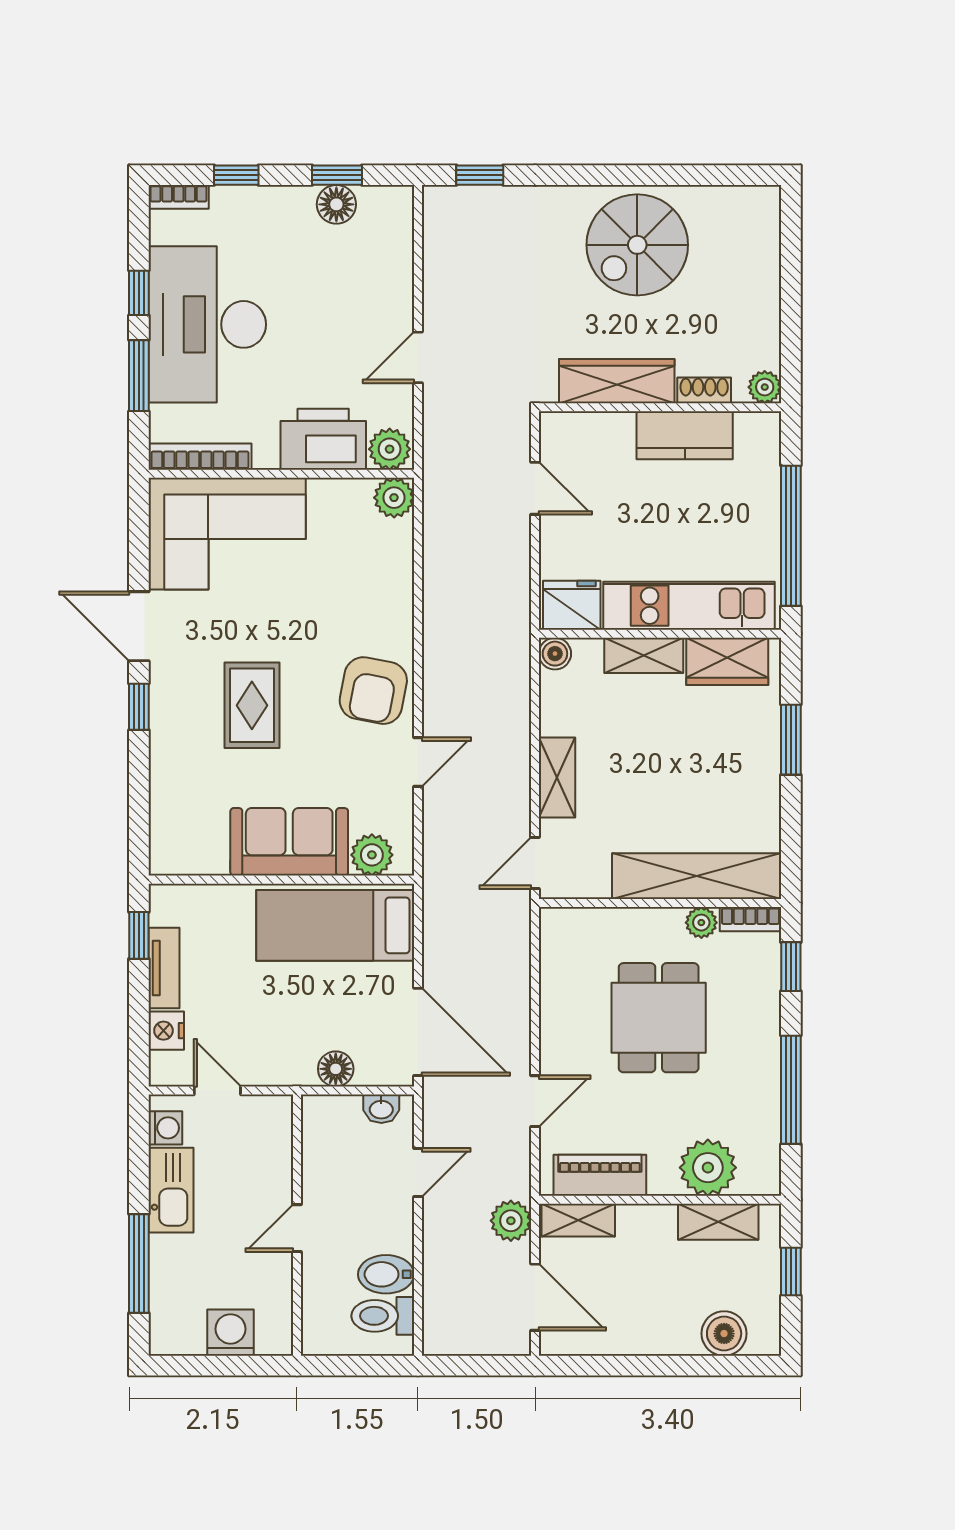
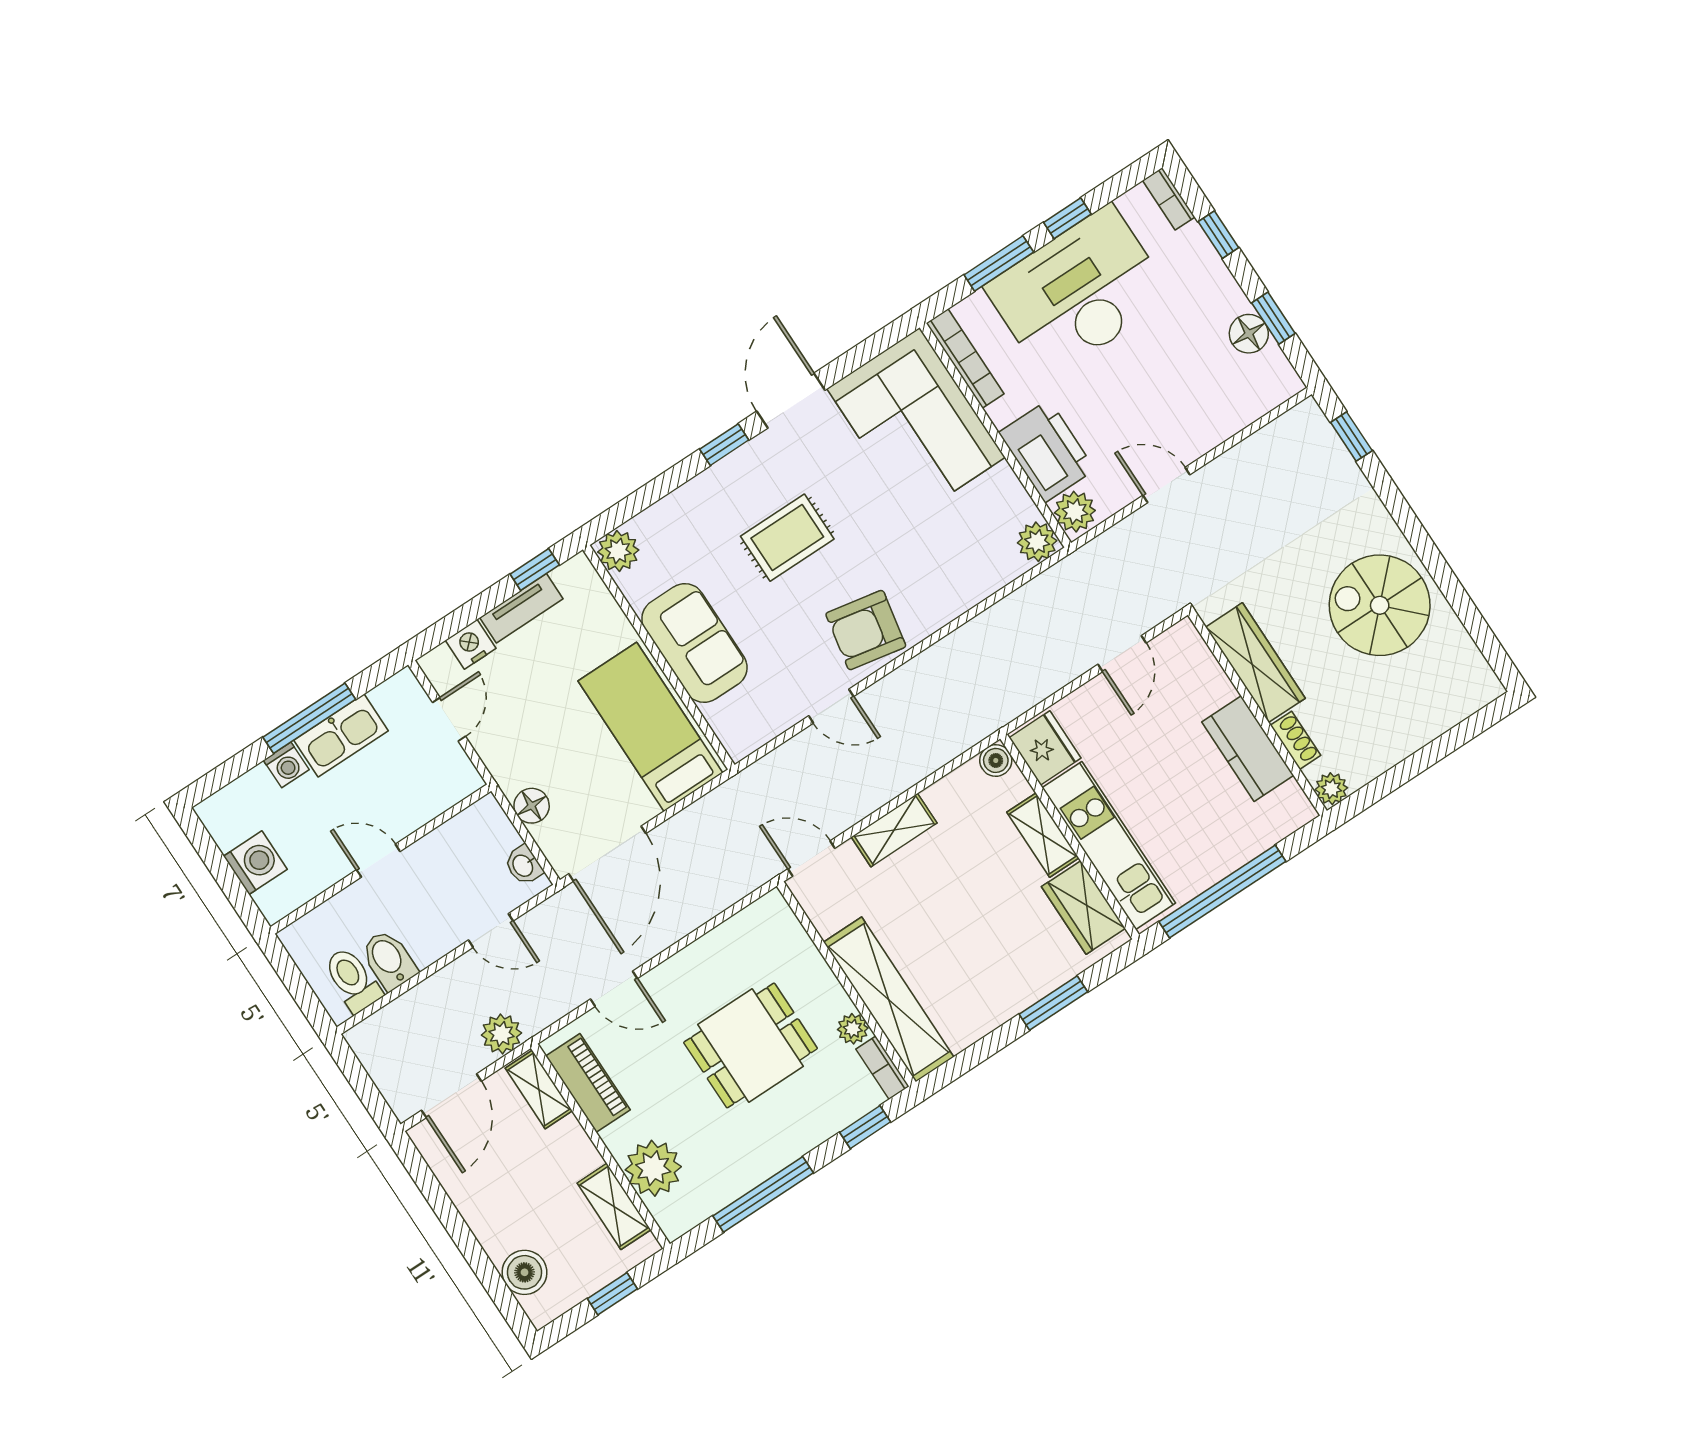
plant: (372, 855) -> (618, 551), moved
washing machine: (165, 1128) -> (286, 765), moved
window: (139, 1263) -> (309, 718), moved

